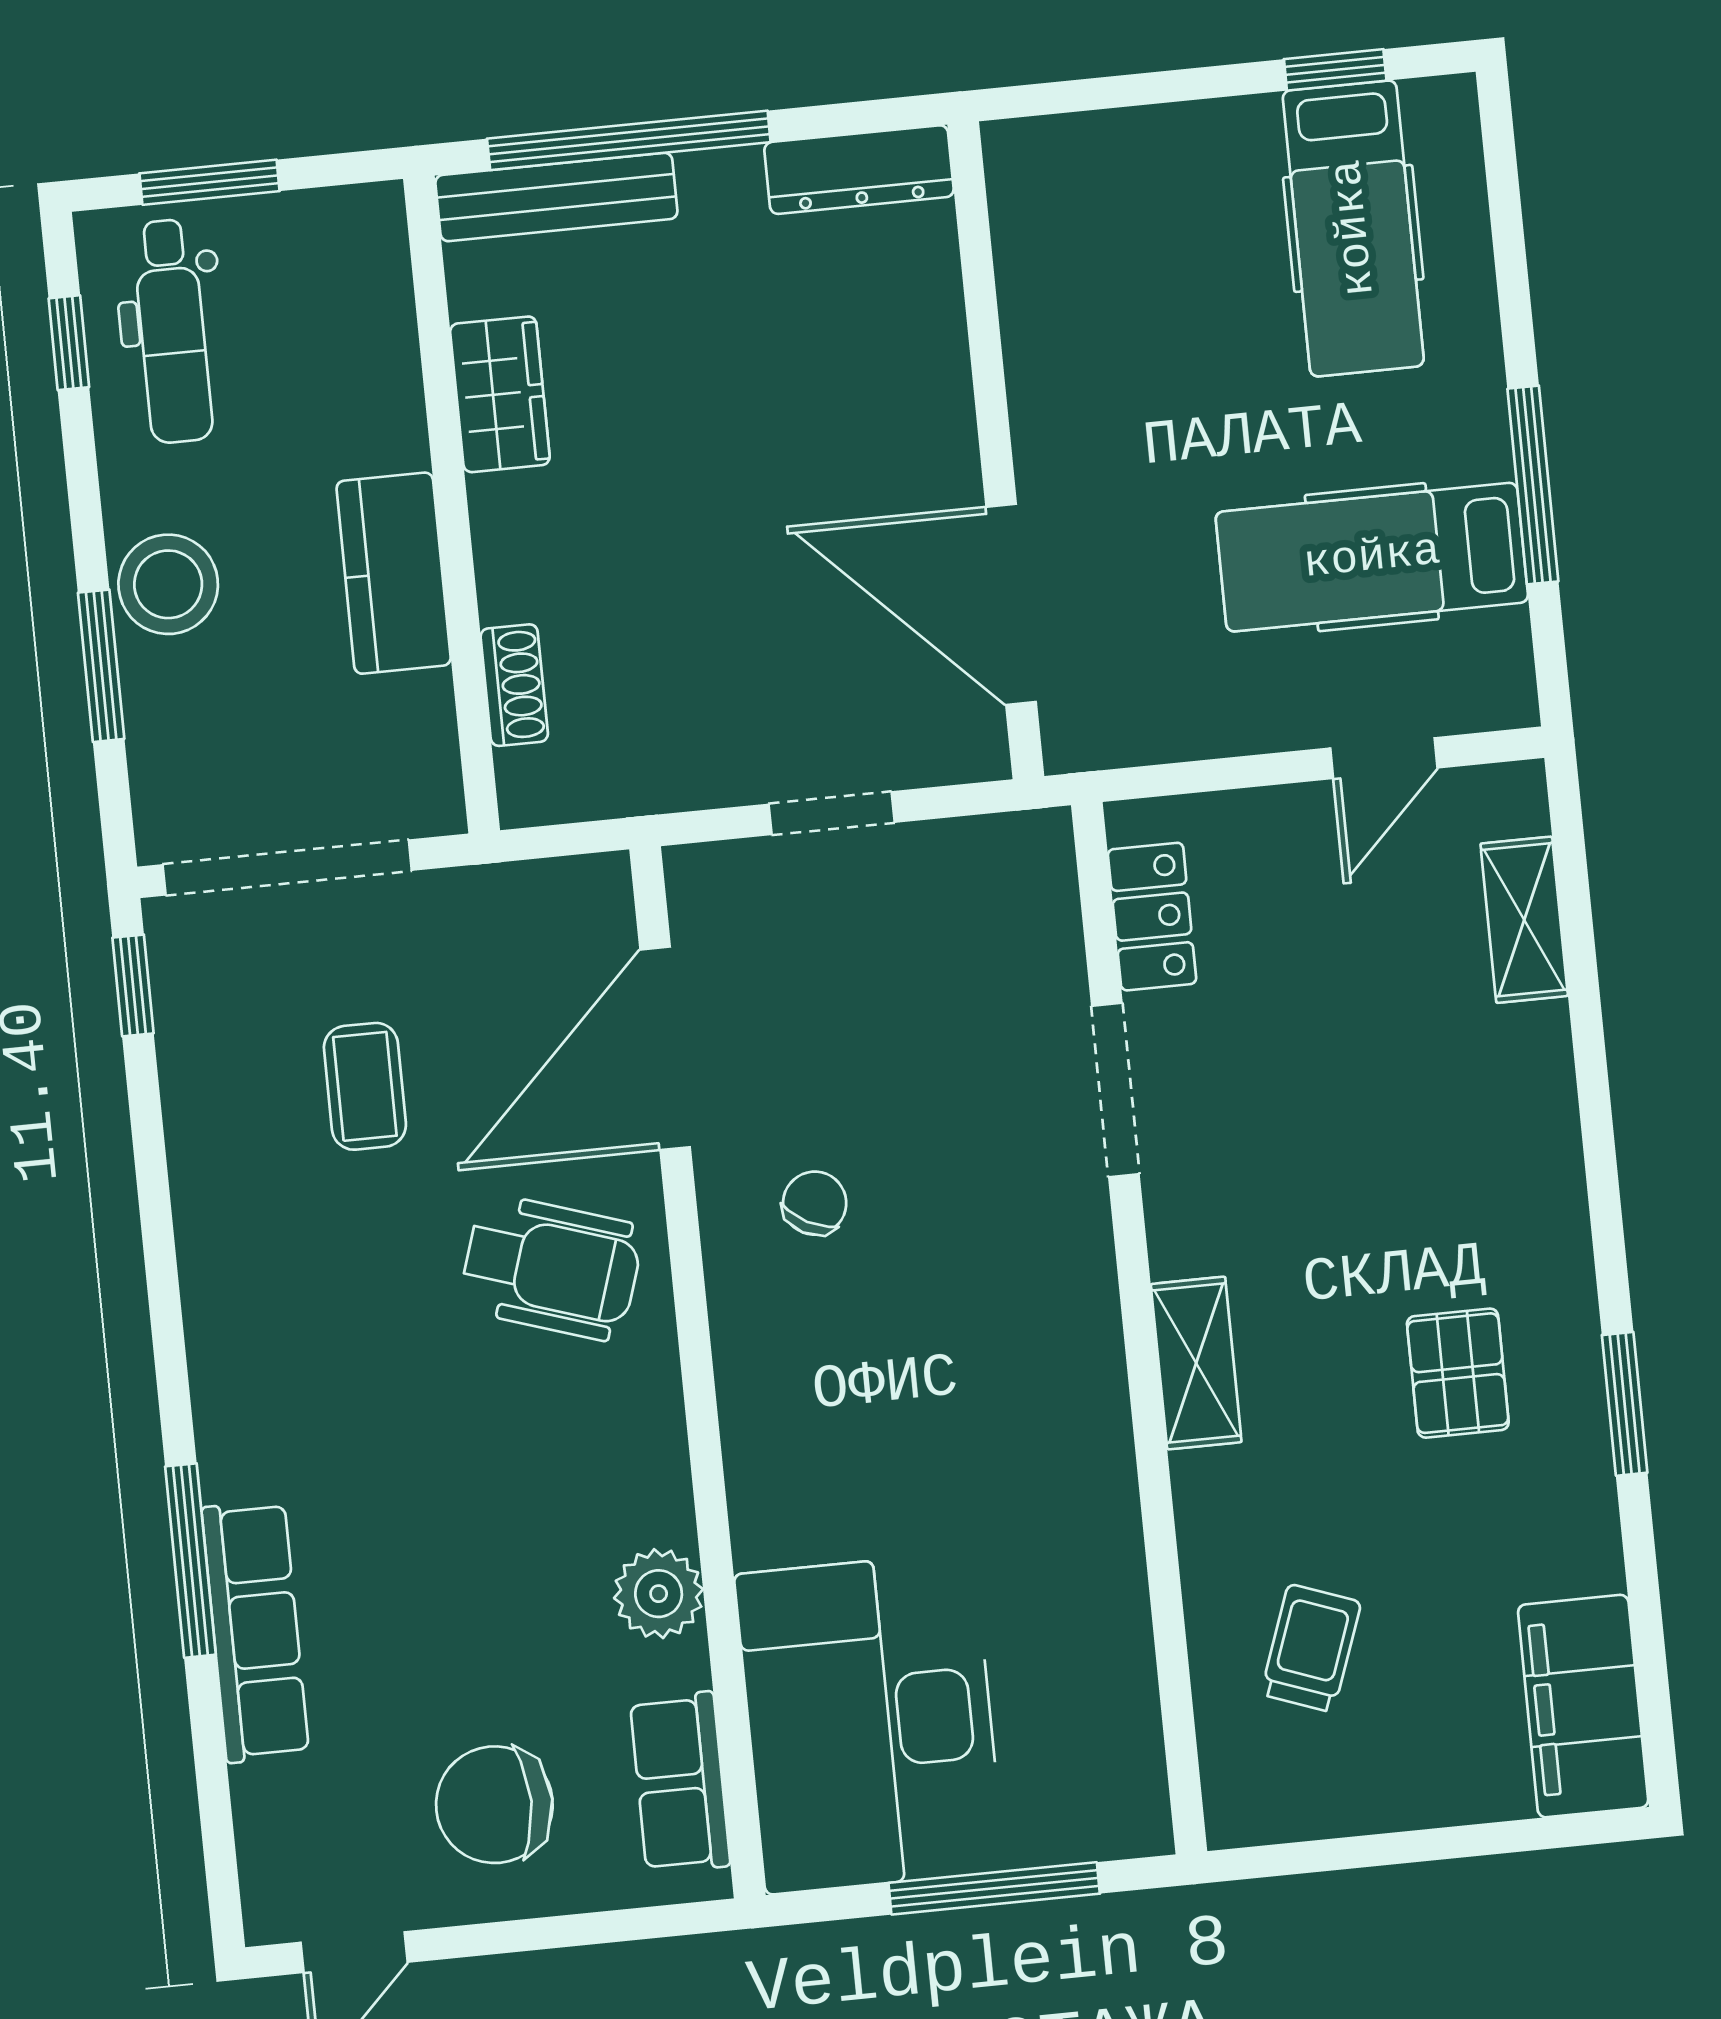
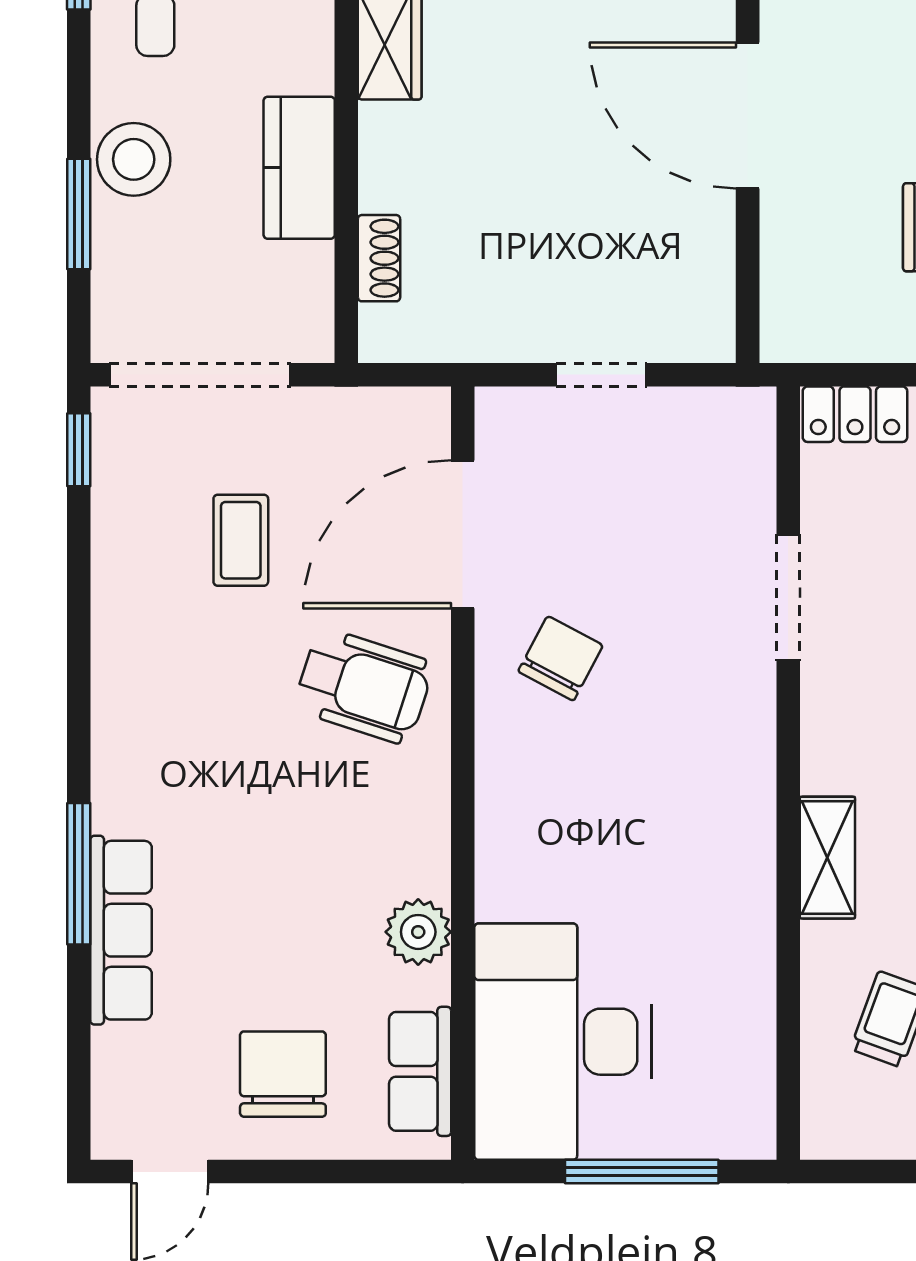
door: (1011, 604) -> (748, 115), moved
locker: (1152, 917) -> (855, 414), moved, turned 90
chair: (815, 1203) -> (561, 658), width x1.37, depth x1.37
shelving: (1196, 1363) -> (827, 858), moved
chair: (494, 1805) -> (283, 1074), turned 90

